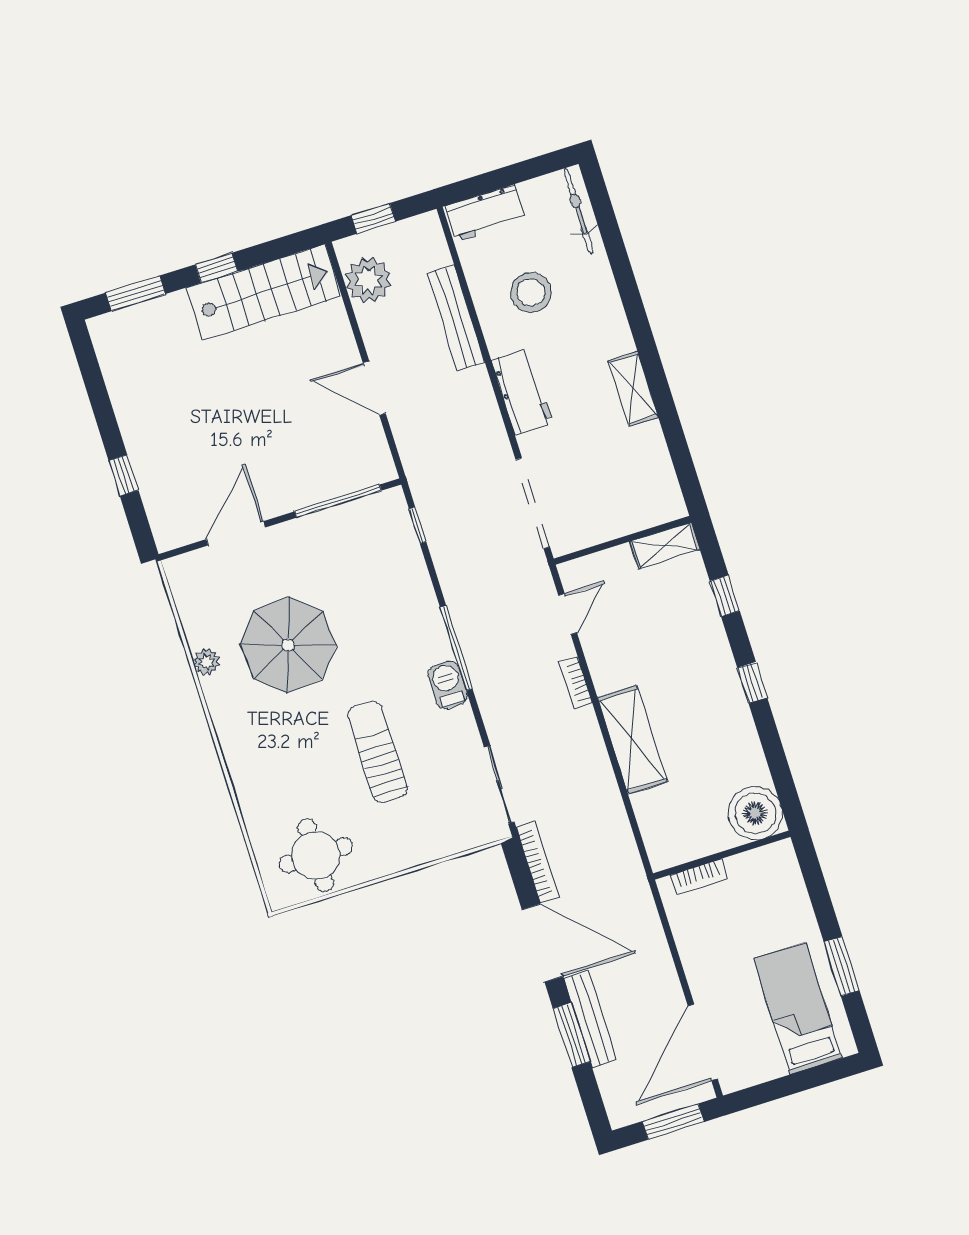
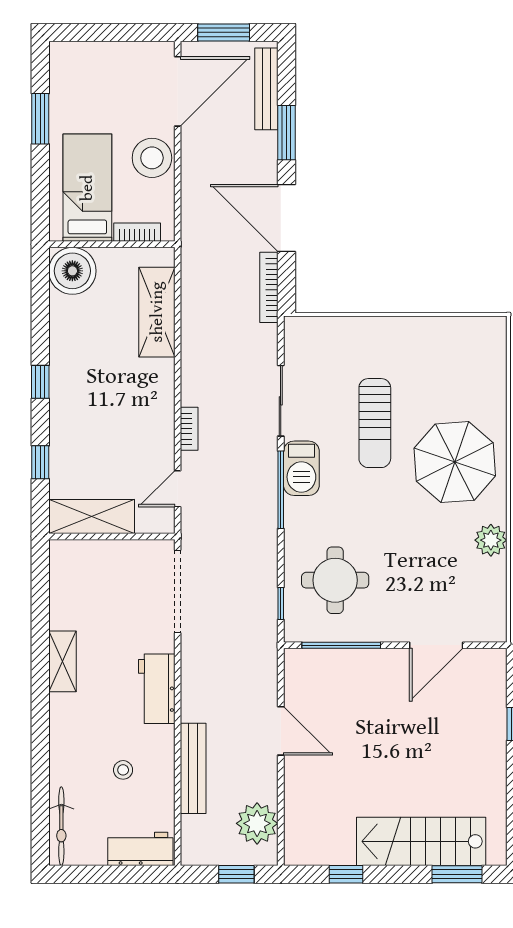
window: (216, 268) -> (346, 874), moved
stairs: (264, 292) -> (421, 841), moved
stool: (531, 292) -> (123, 770), width x0.53, depth x0.53
shelving: (665, 546) -> (92, 516), width x1.50, depth x1.33
parasol: (288, 645) -> (455, 462), moved
plant: (206, 662) -> (491, 540), width x1.38, depth x1.38
barbecue: (448, 685) -> (301, 468), width x1.38, depth x1.27
shelving: (632, 740) -> (157, 312), moved
sliding door: (499, 785) -> (281, 401), moved
round table: (316, 855) -> (335, 580), moved
stool: (708, 962) -> (152, 158), added
bed: (798, 1008) -> (87, 188), moved, turned 180
bench: (590, 1019) -> (266, 89), moved

